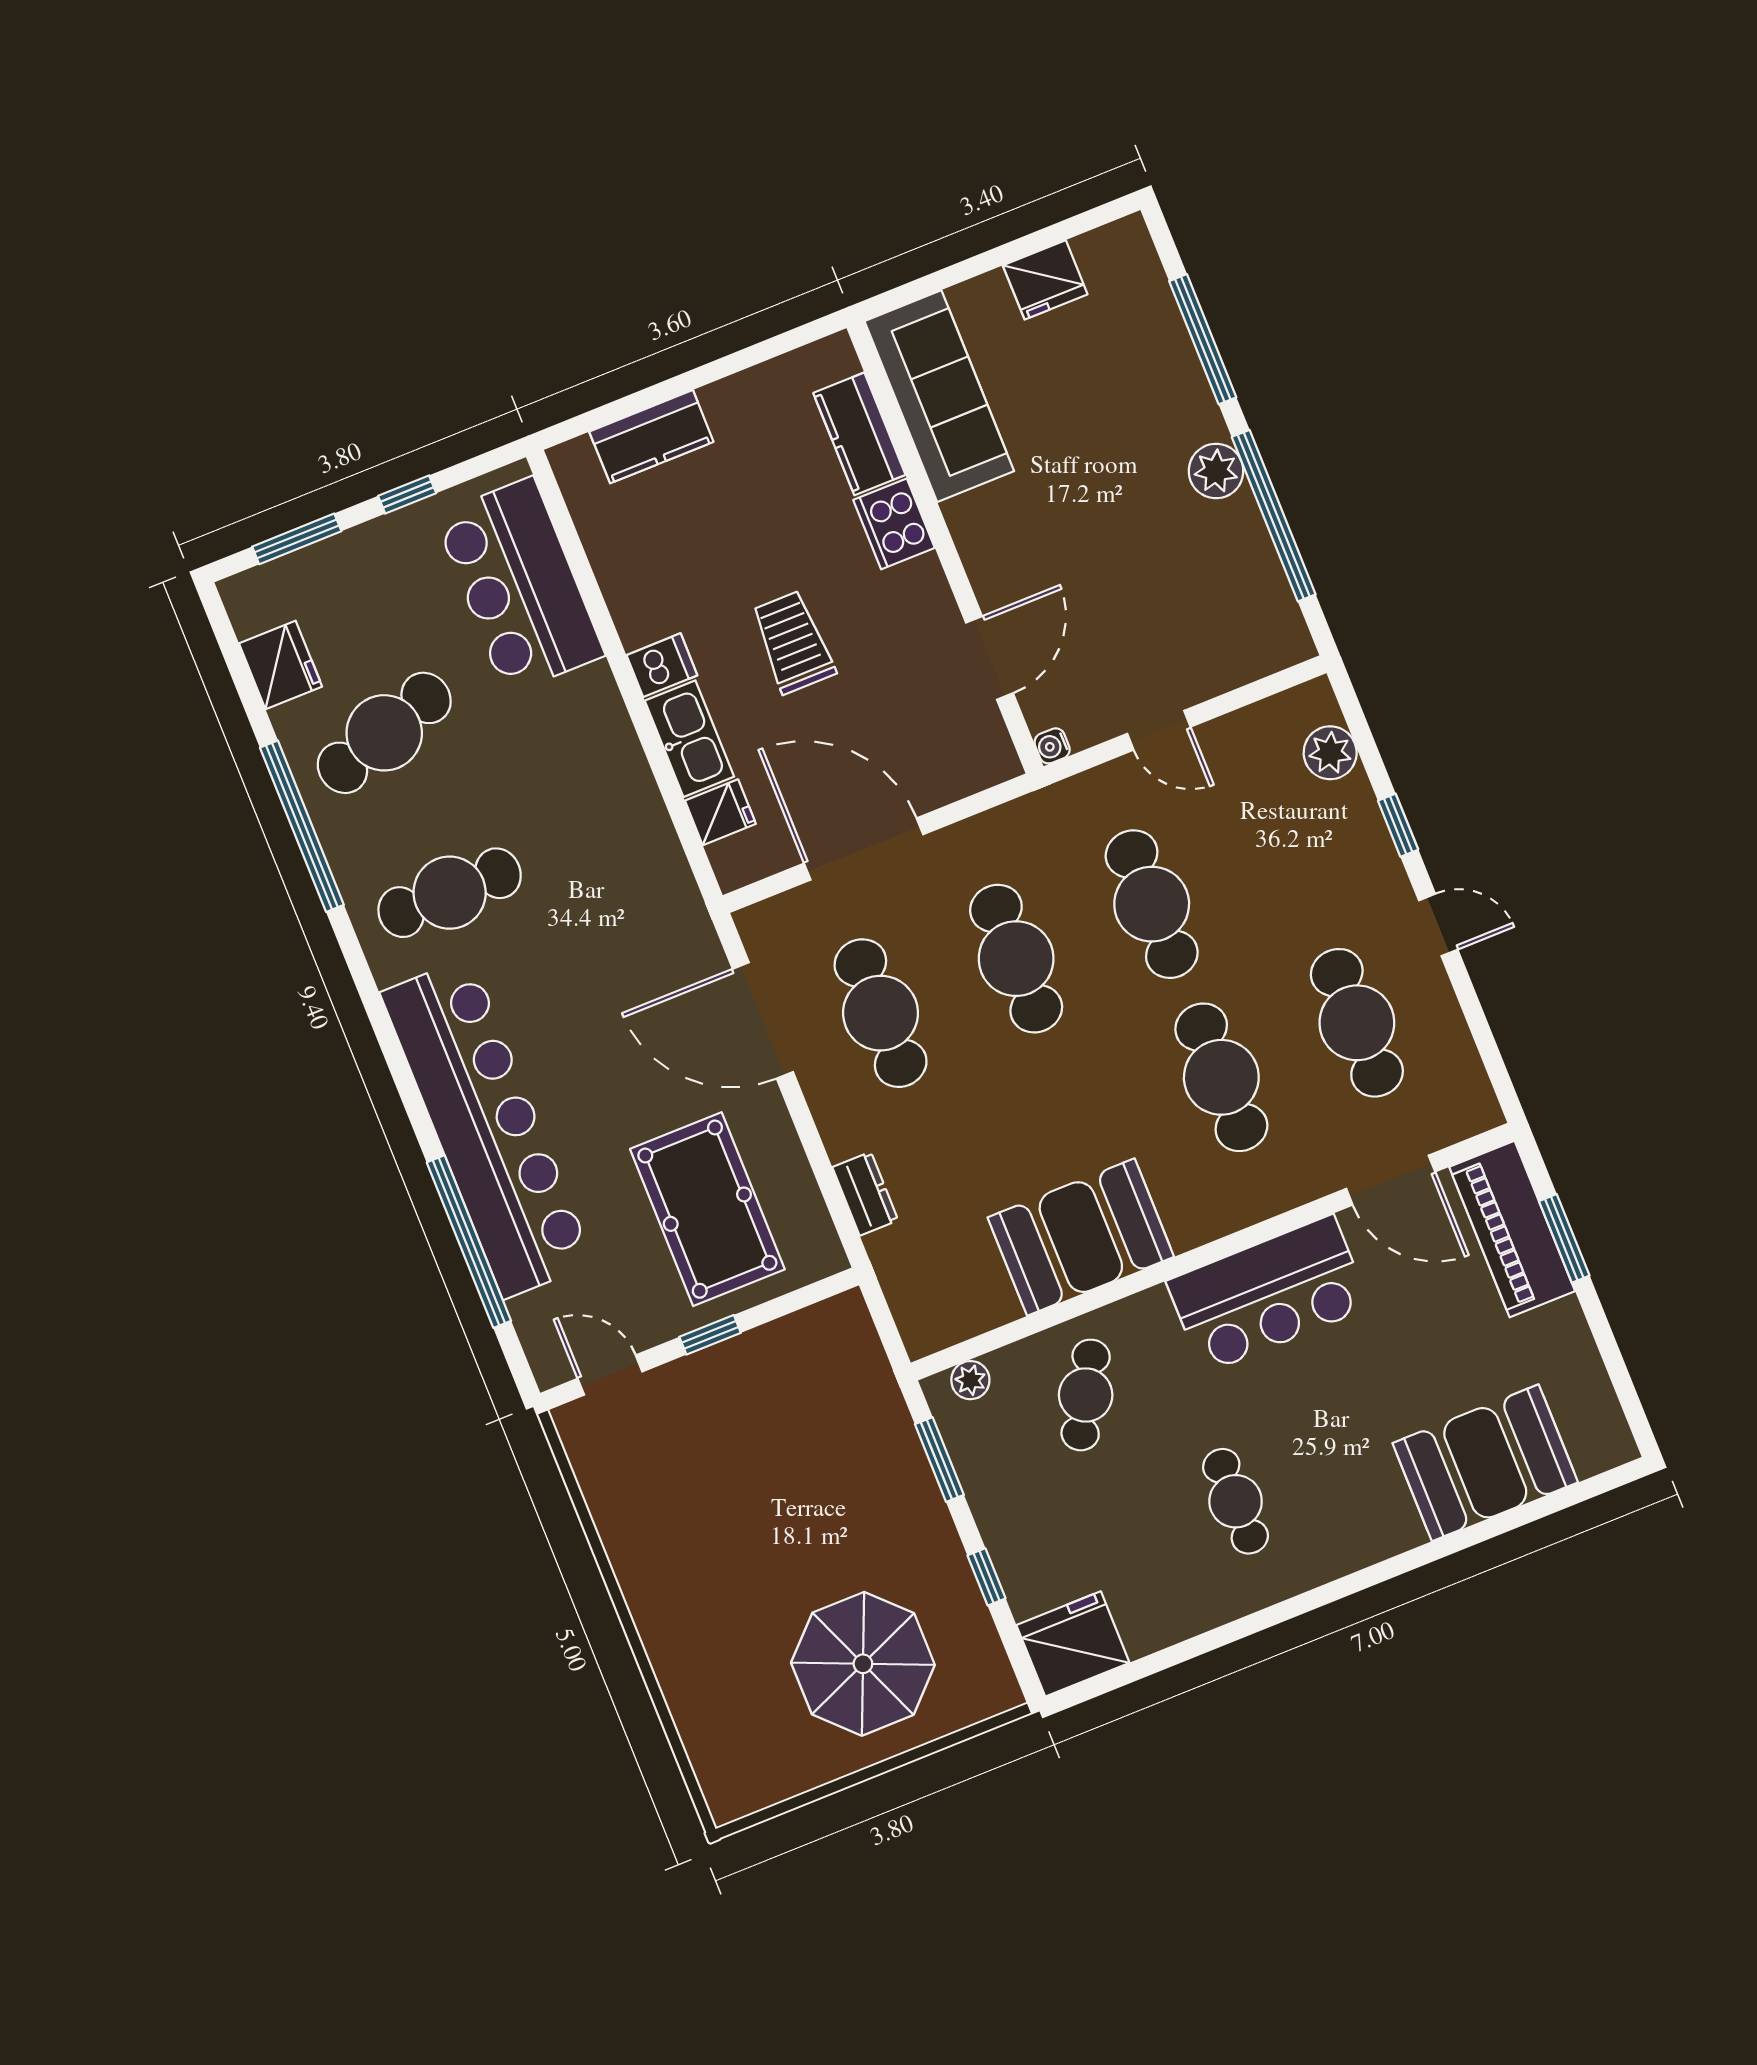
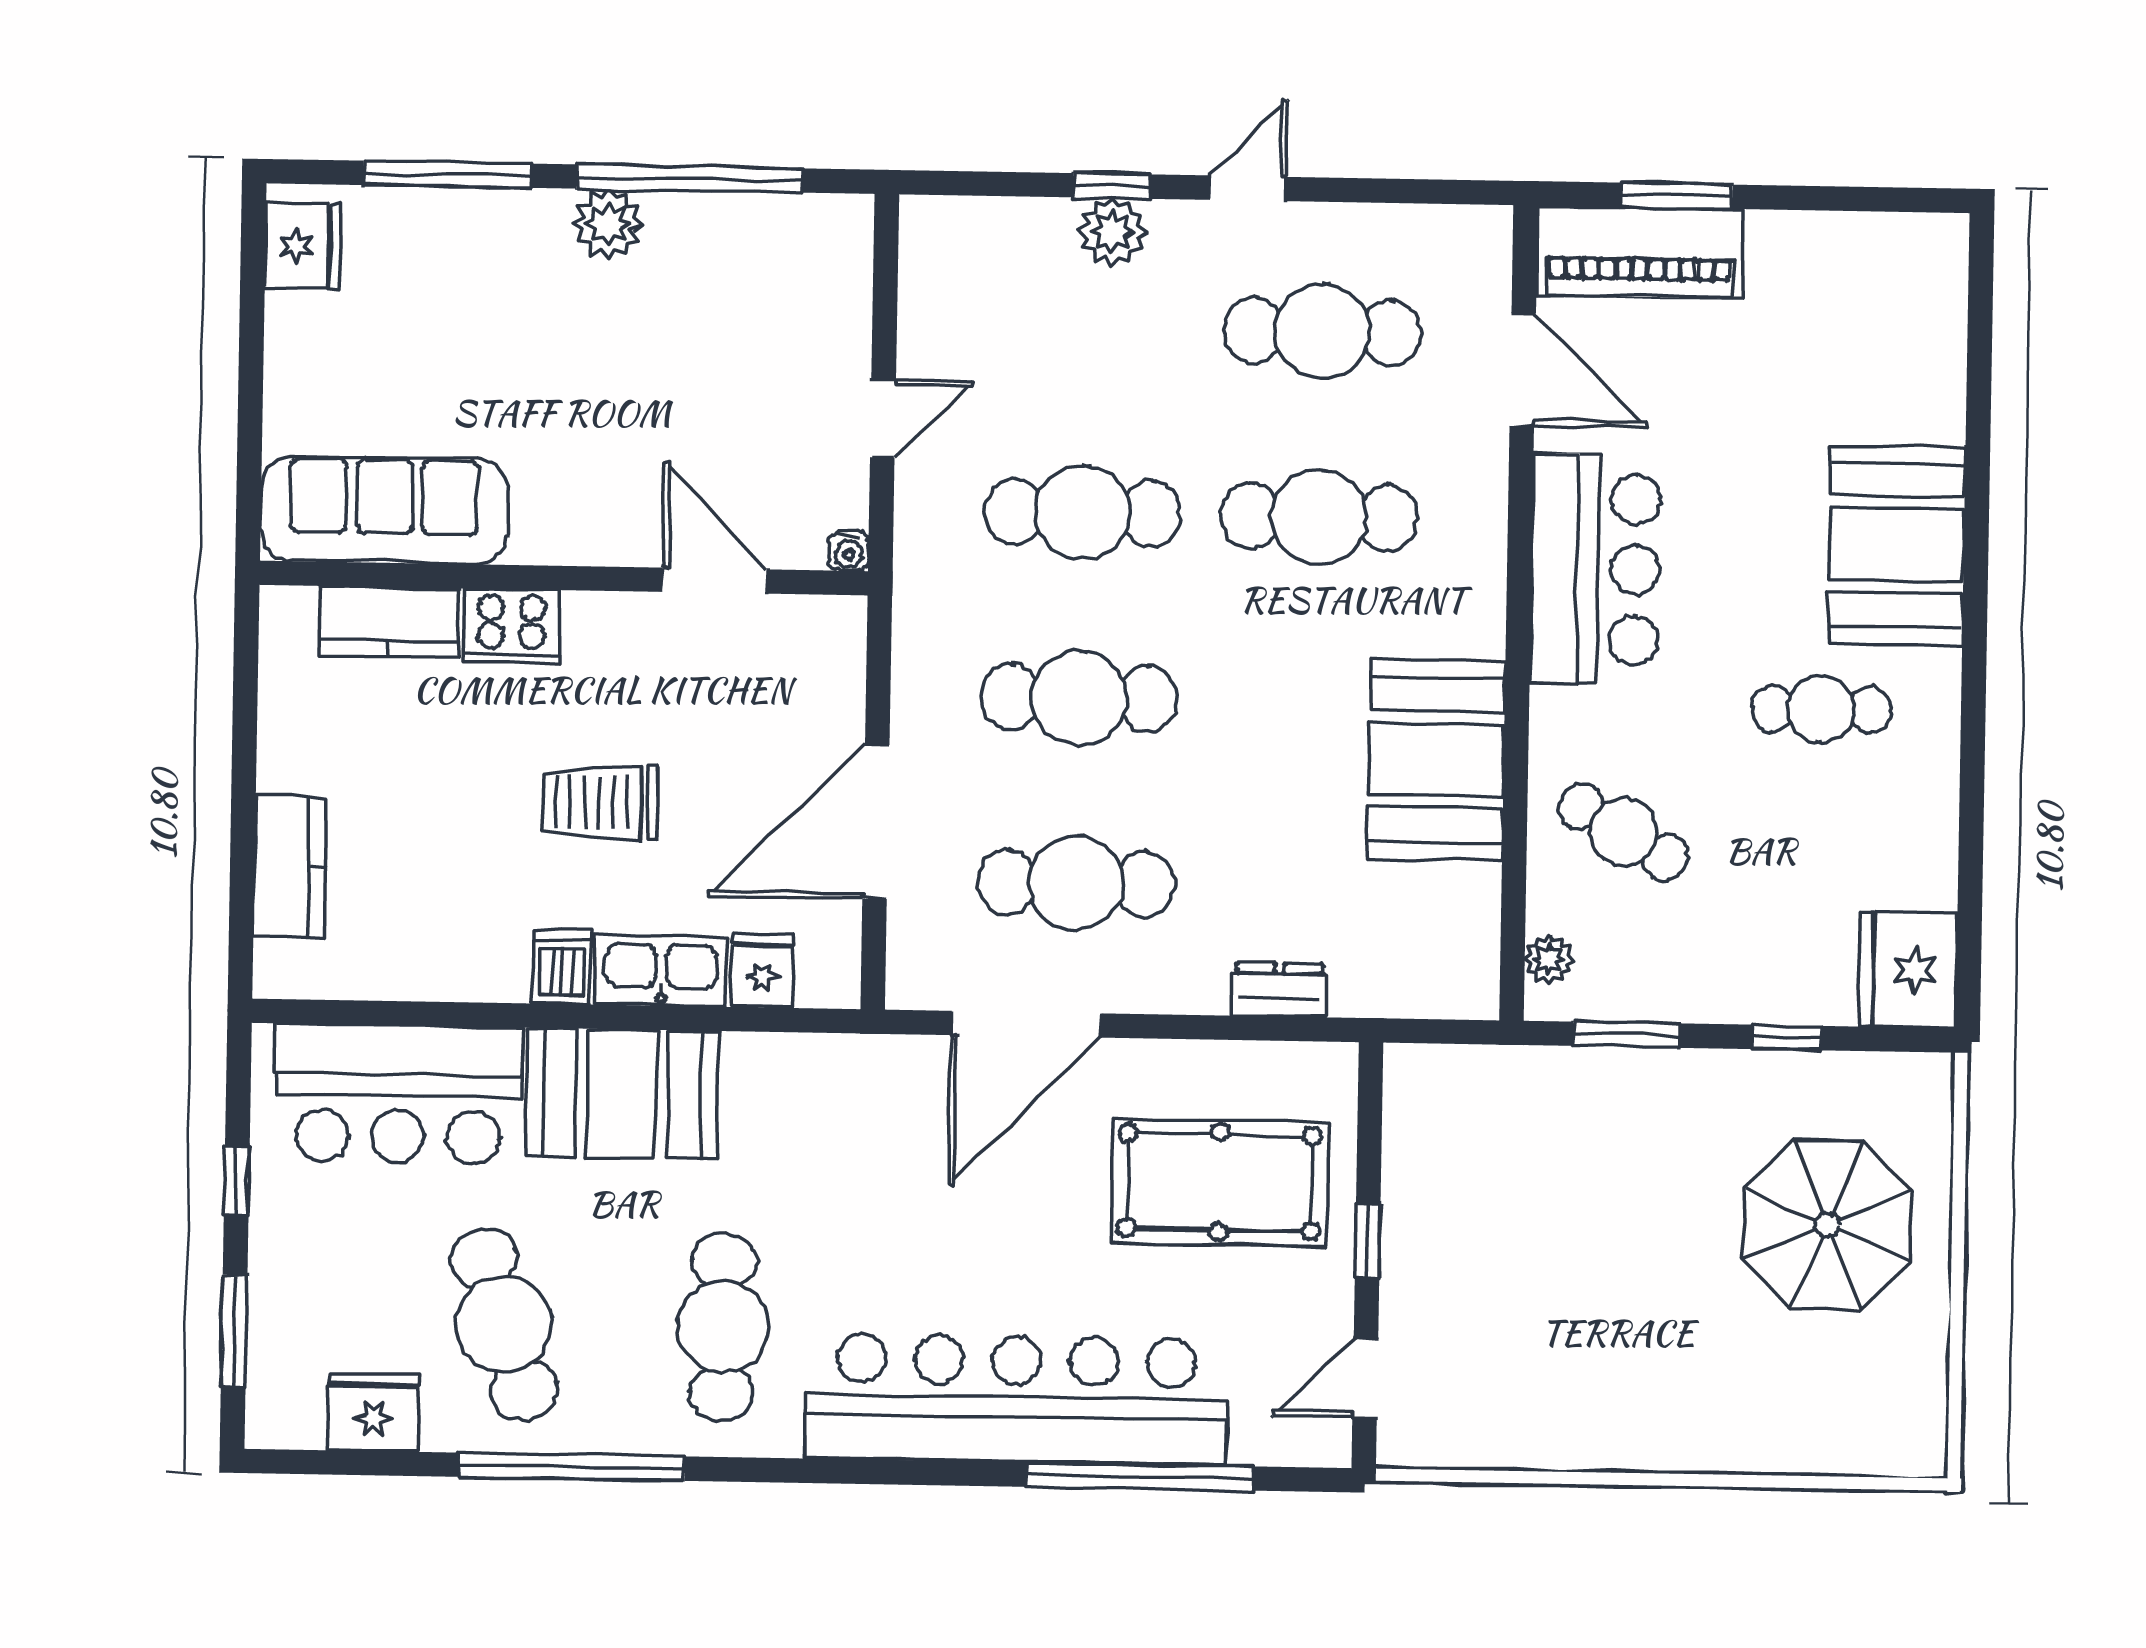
fridge: (1045, 280) -> (302, 246), moved
booth: (588, 748) -> (622, 1093), added
plant: (1330, 753) -> (1112, 232), moved
door: (1391, 1180) -> (1523, 370), hinge flipped
booth: (1485, 1463) -> (1897, 545), moved

